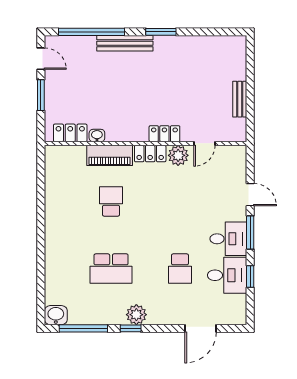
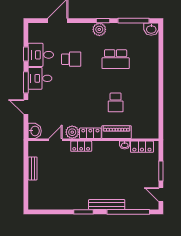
washbasin: (236, 157) -> (35, 131), added
school desk: (111, 269) -> (116, 59), turned 180
school desk: (180, 269) -> (71, 59), turned 90

